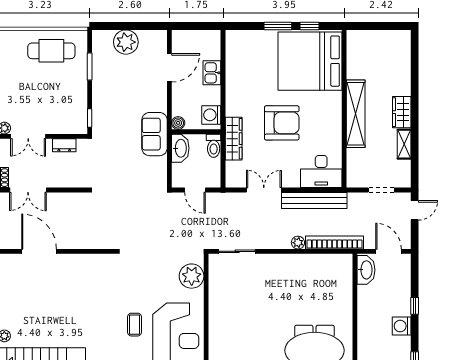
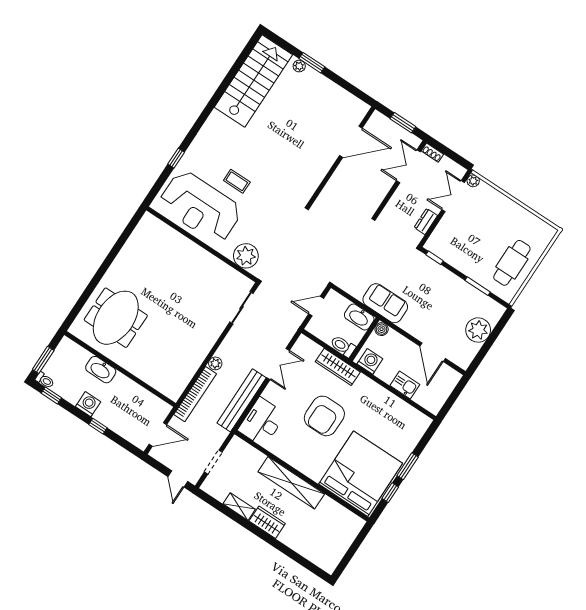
washbasin: (366, 270) -> (101, 370), moved

